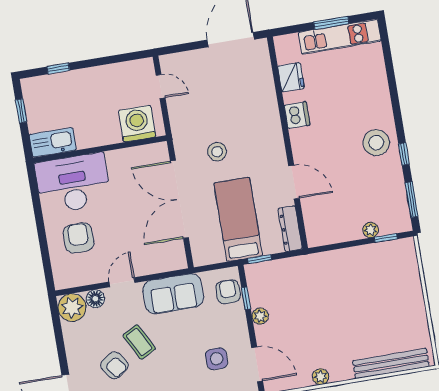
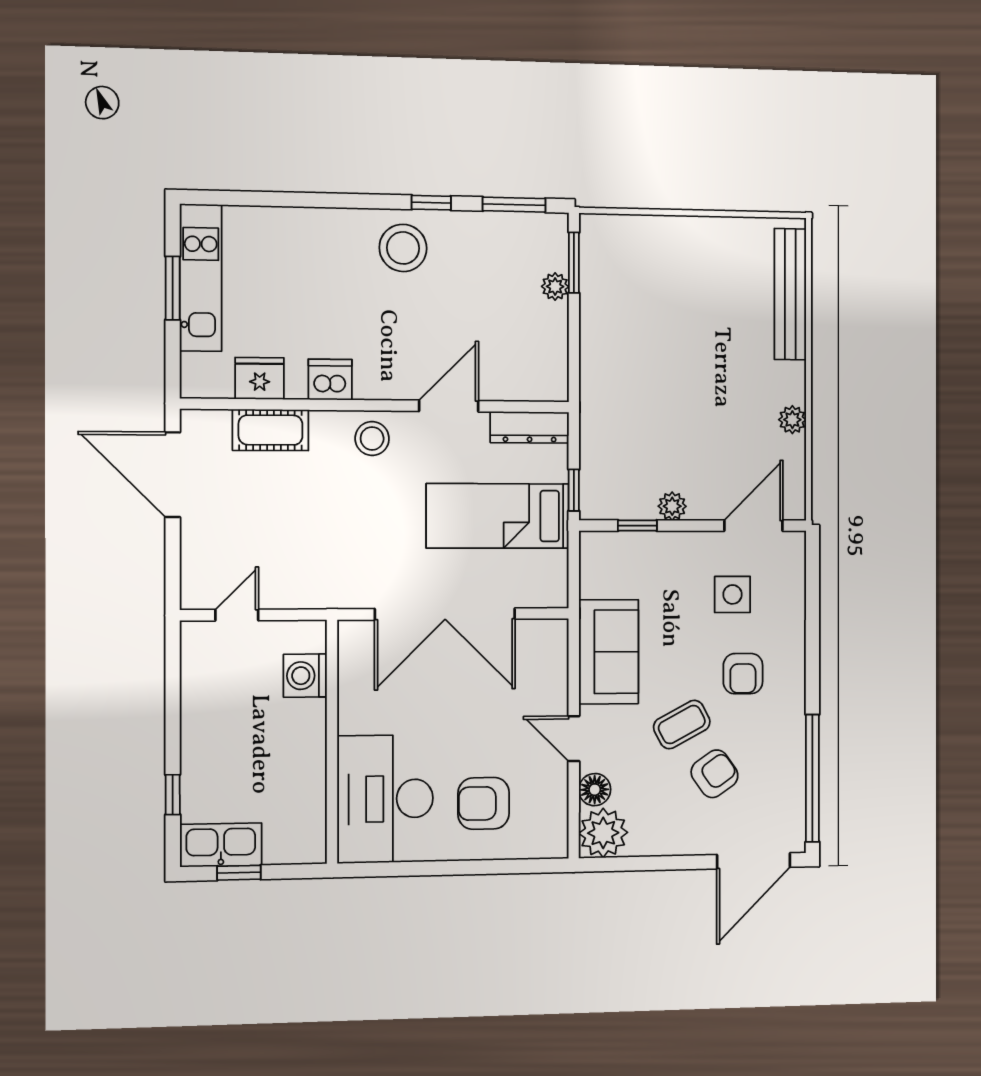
cot: (264, 88) -> (270, 430), added
washing machine: (137, 124) -> (305, 676), width x0.73, depth x0.73
kitchen sink: (53, 142) -> (221, 845), moved, turned 90
stool: (217, 152) -> (372, 438), moved
window: (386, 238) -> (574, 263), width x1.50
armchair: (228, 292) -> (743, 674), moved, turned -90

